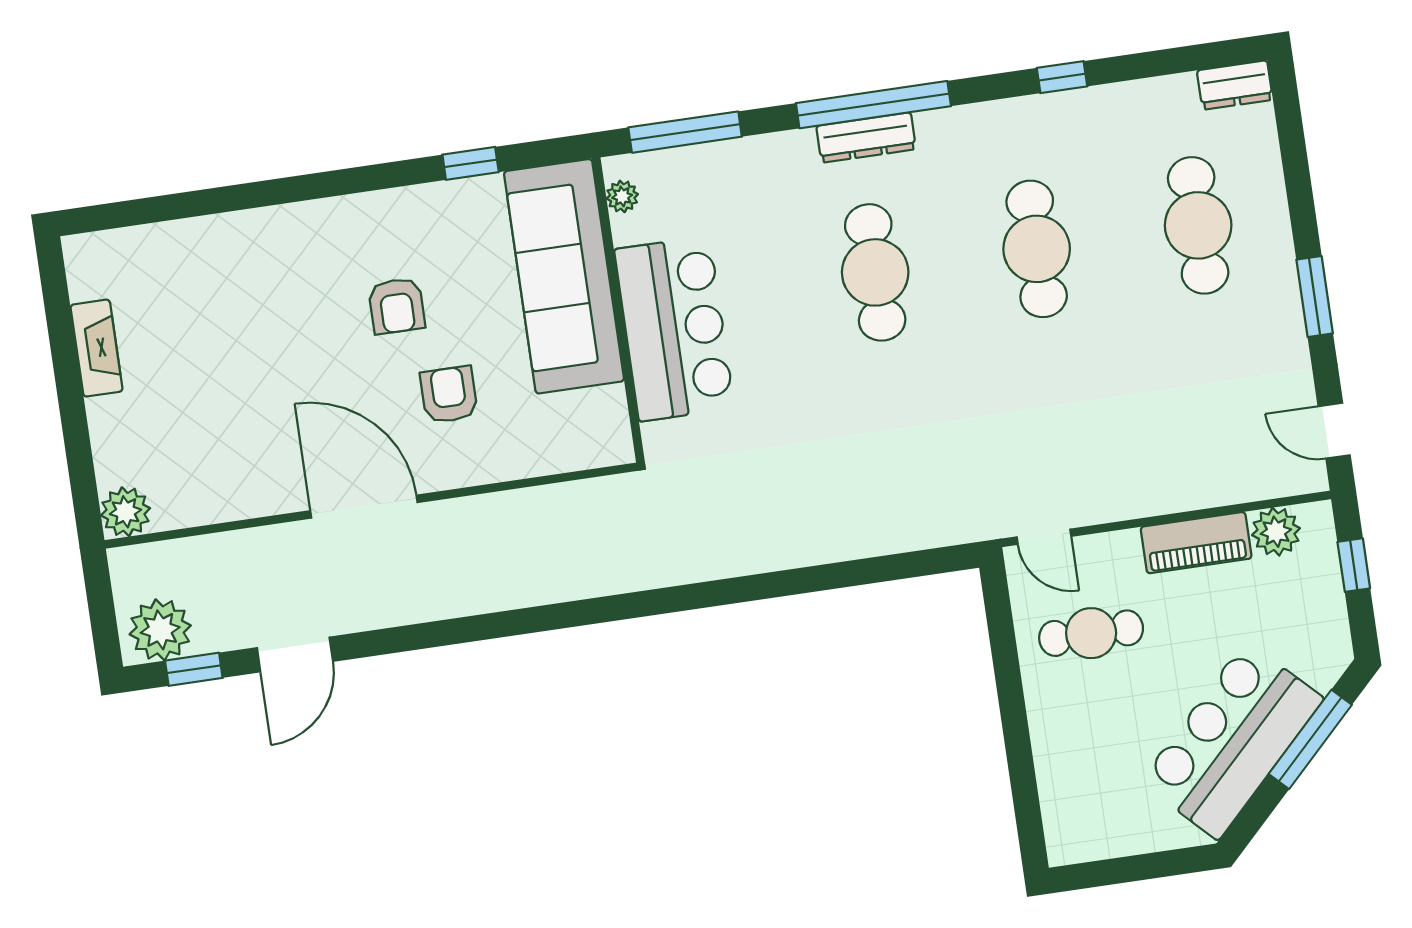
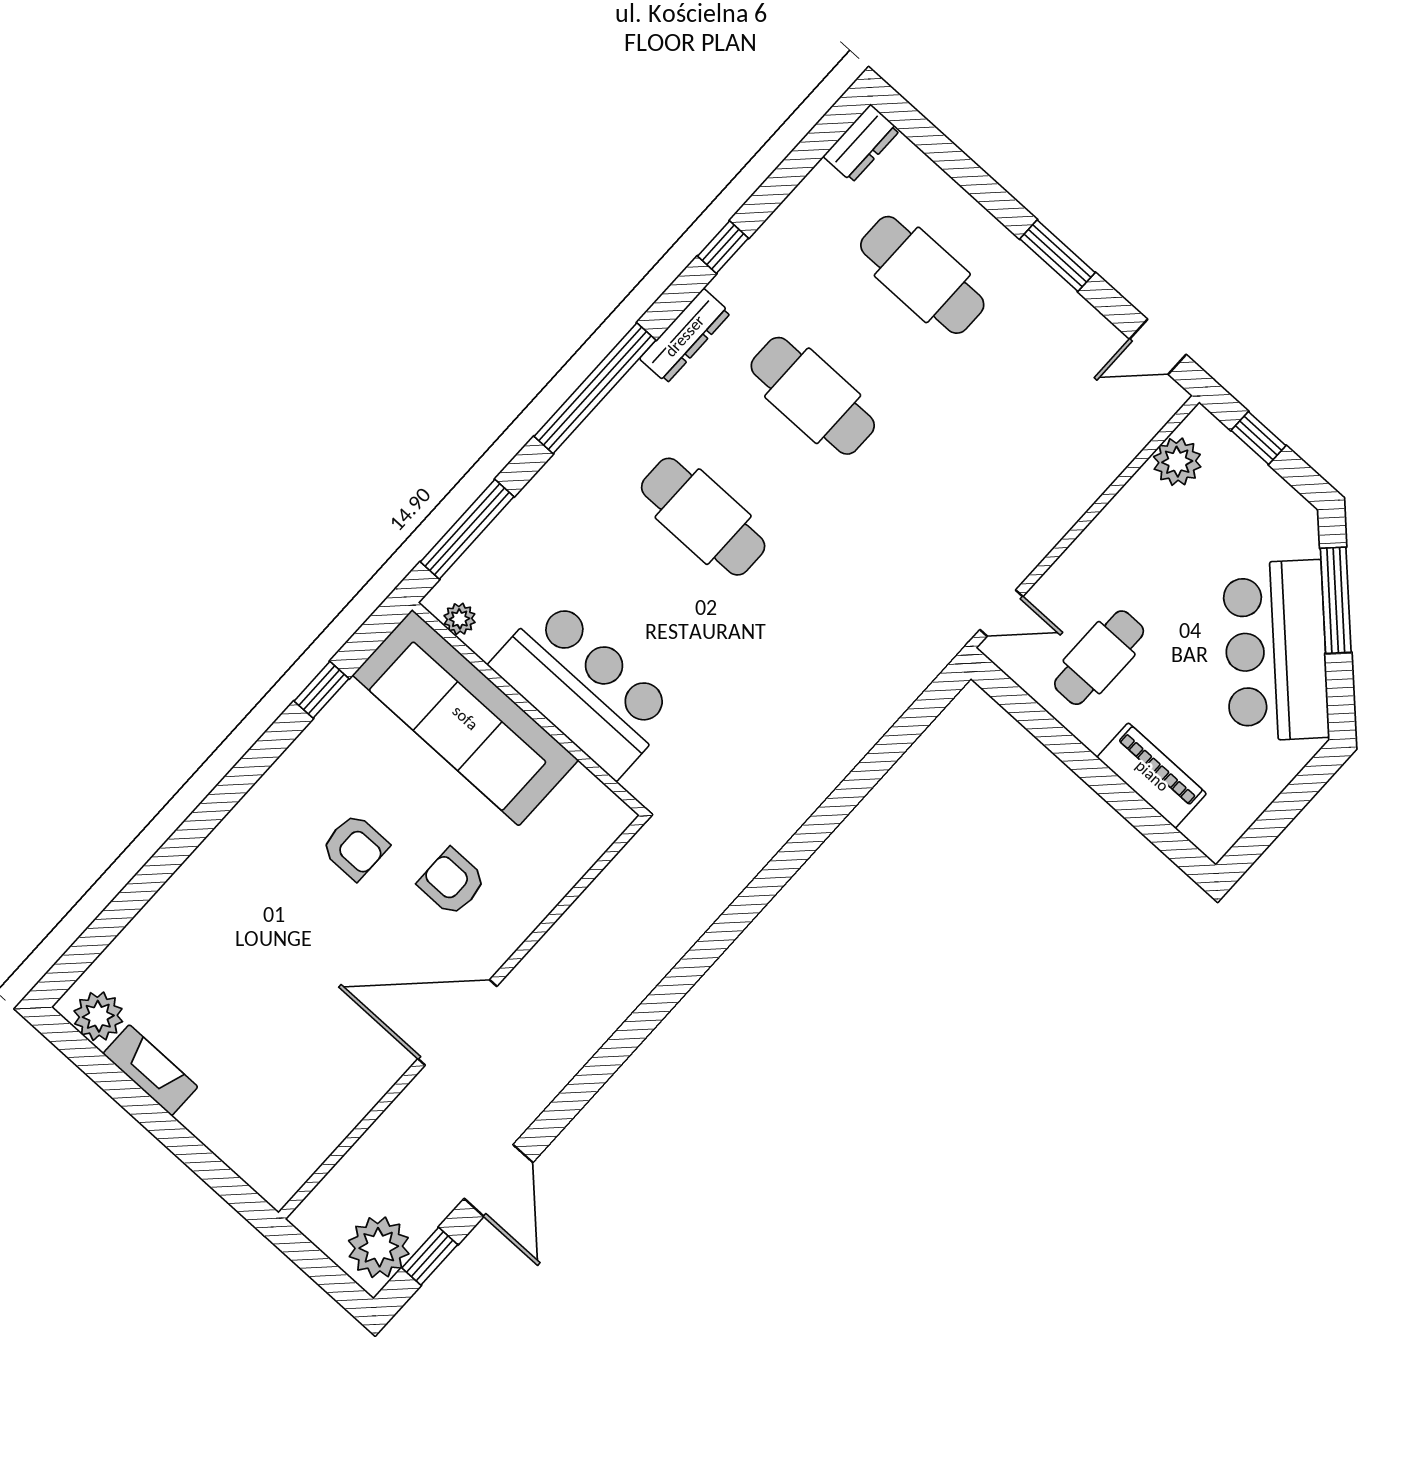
dresser: (866, 138) -> (685, 336), moved
plant: (125, 512) -> (98, 1016), moved
piano: (1196, 543) -> (1152, 776), moved, turned -90

